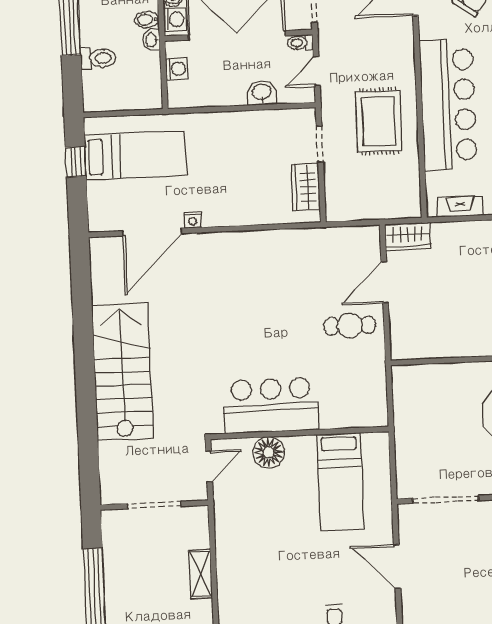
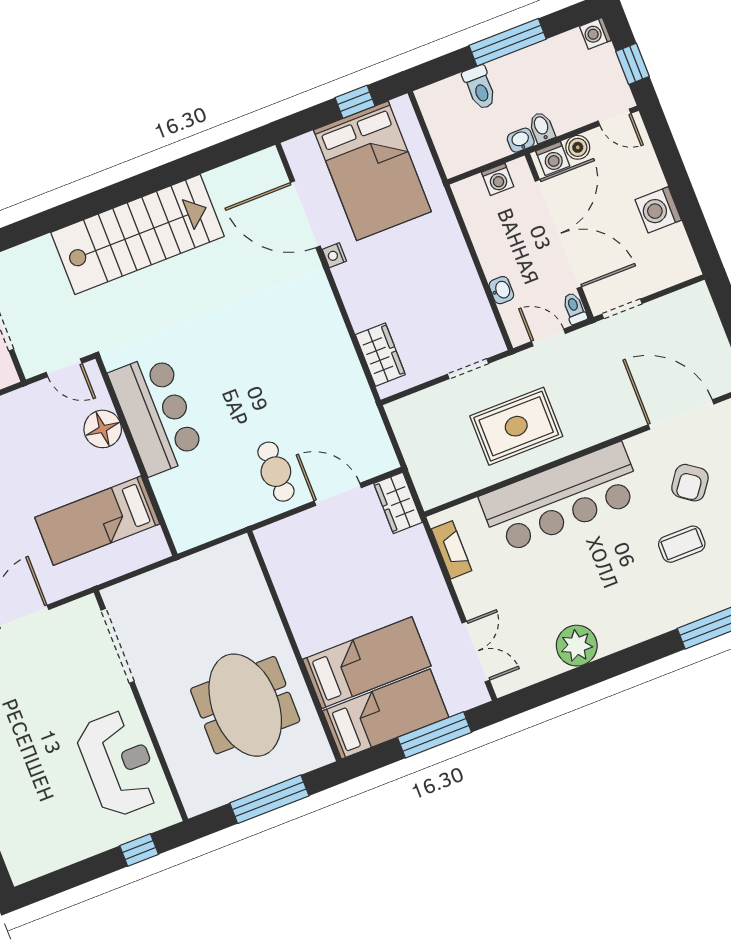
washbasin: (262, 92) -> (501, 290), width x0.72, depth x0.69
bed: (135, 155) -> (372, 171), width x1.50
wardrobe: (306, 187) -> (380, 355), moved, turned 90

